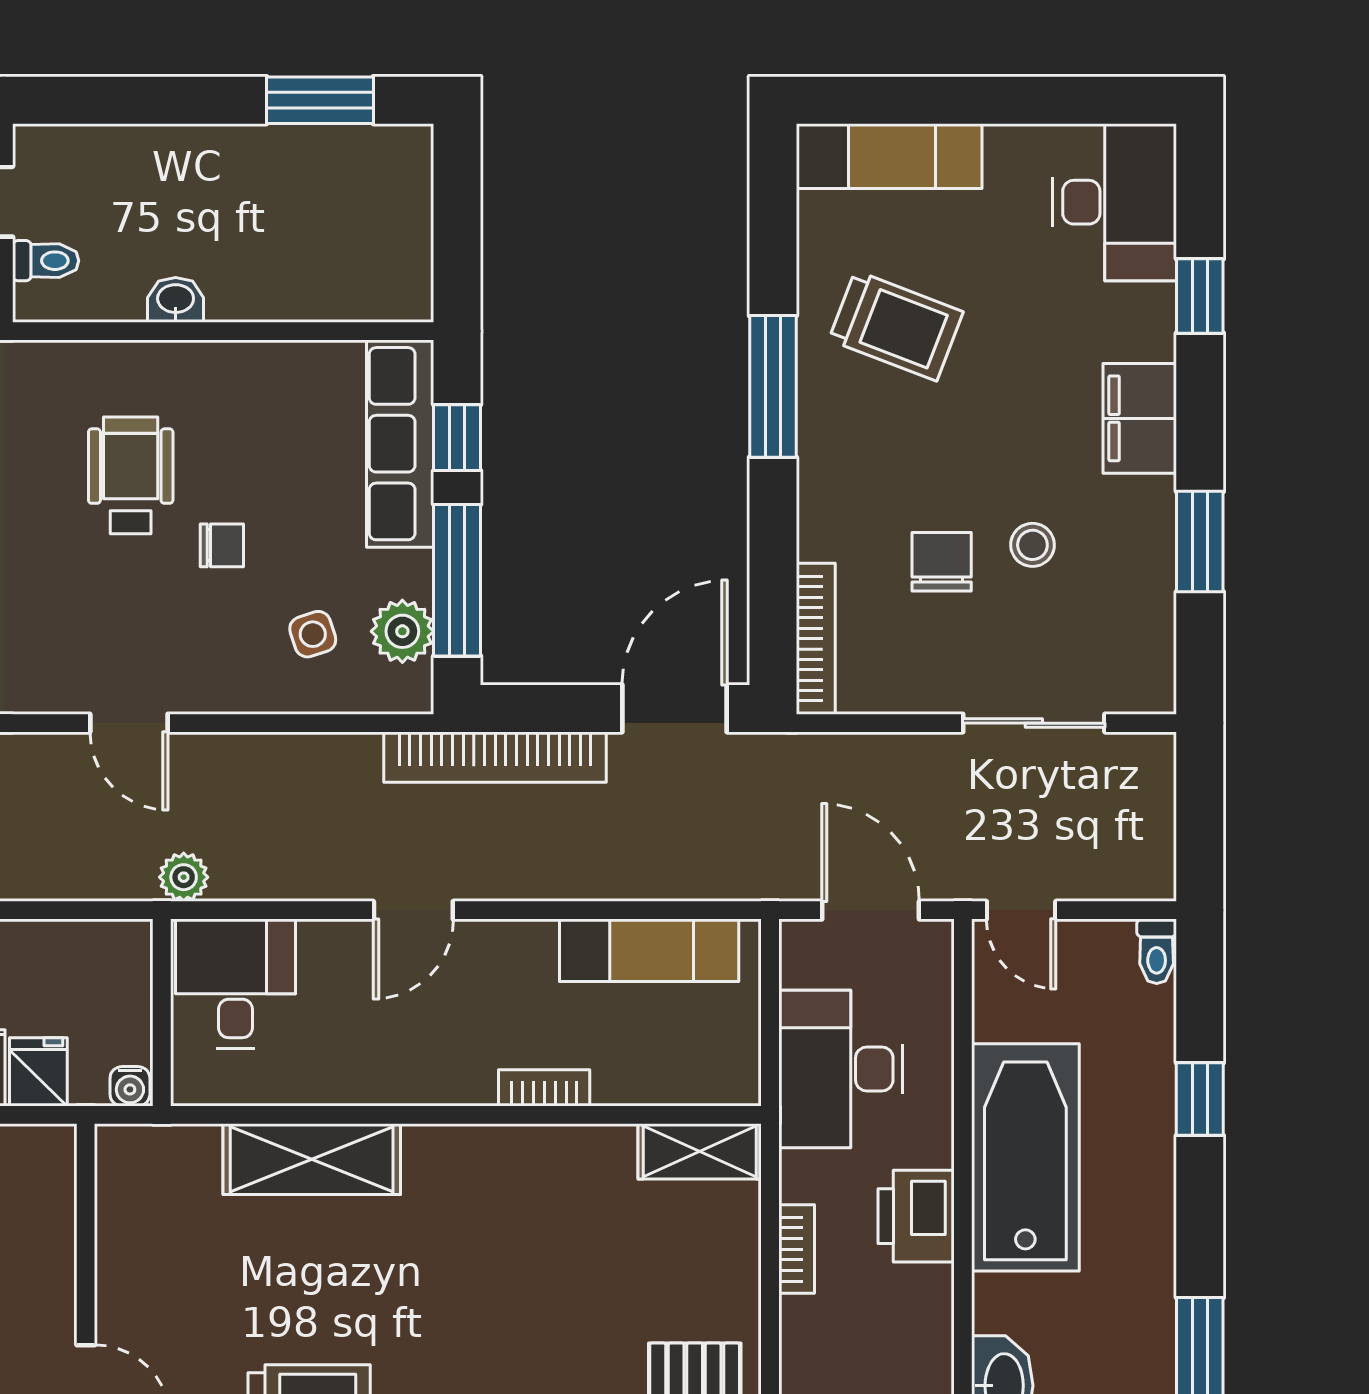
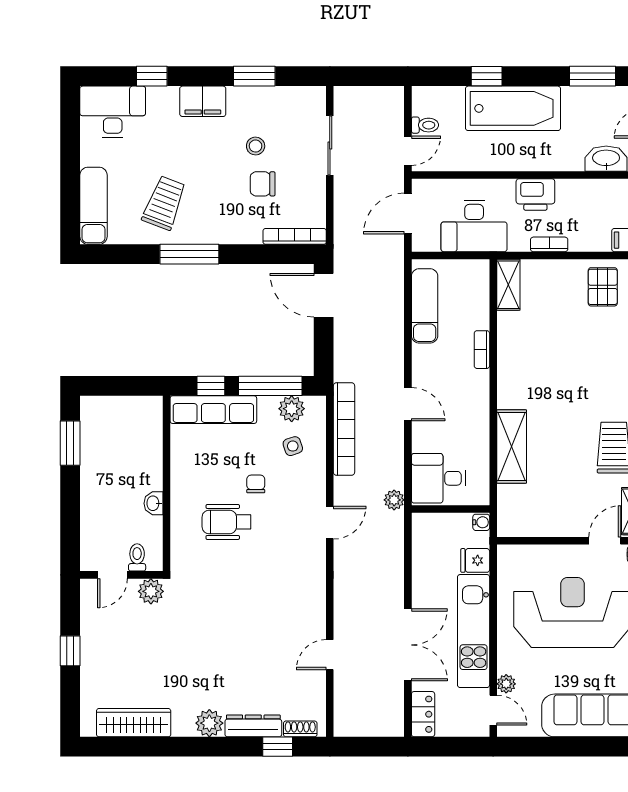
bookcase: (495, 757) -> (344, 429), moved
toilet: (1157, 951) -> (425, 125), moved
bathtub: (1025, 1157) -> (513, 108), moved, turned 180

